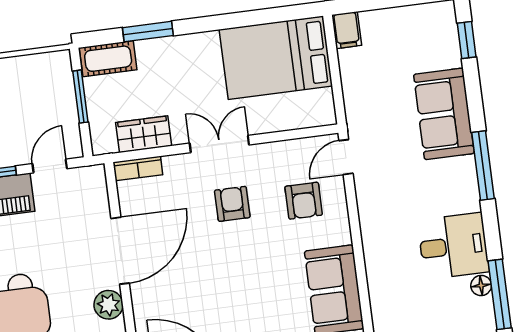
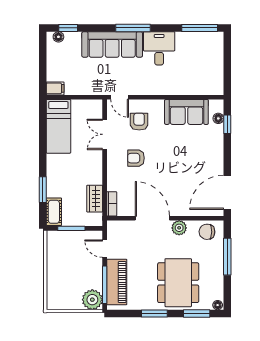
bed: (276, 58) -> (58, 126), width x0.67
sofa: (444, 114) -> (112, 44), width x1.36
double door: (219, 144) -> (105, 134), moved
armchair: (304, 201) -> (139, 122), turned -90
desk: (453, 246) -> (159, 48), moved
floor lamp: (481, 285) -> (58, 37), moved

